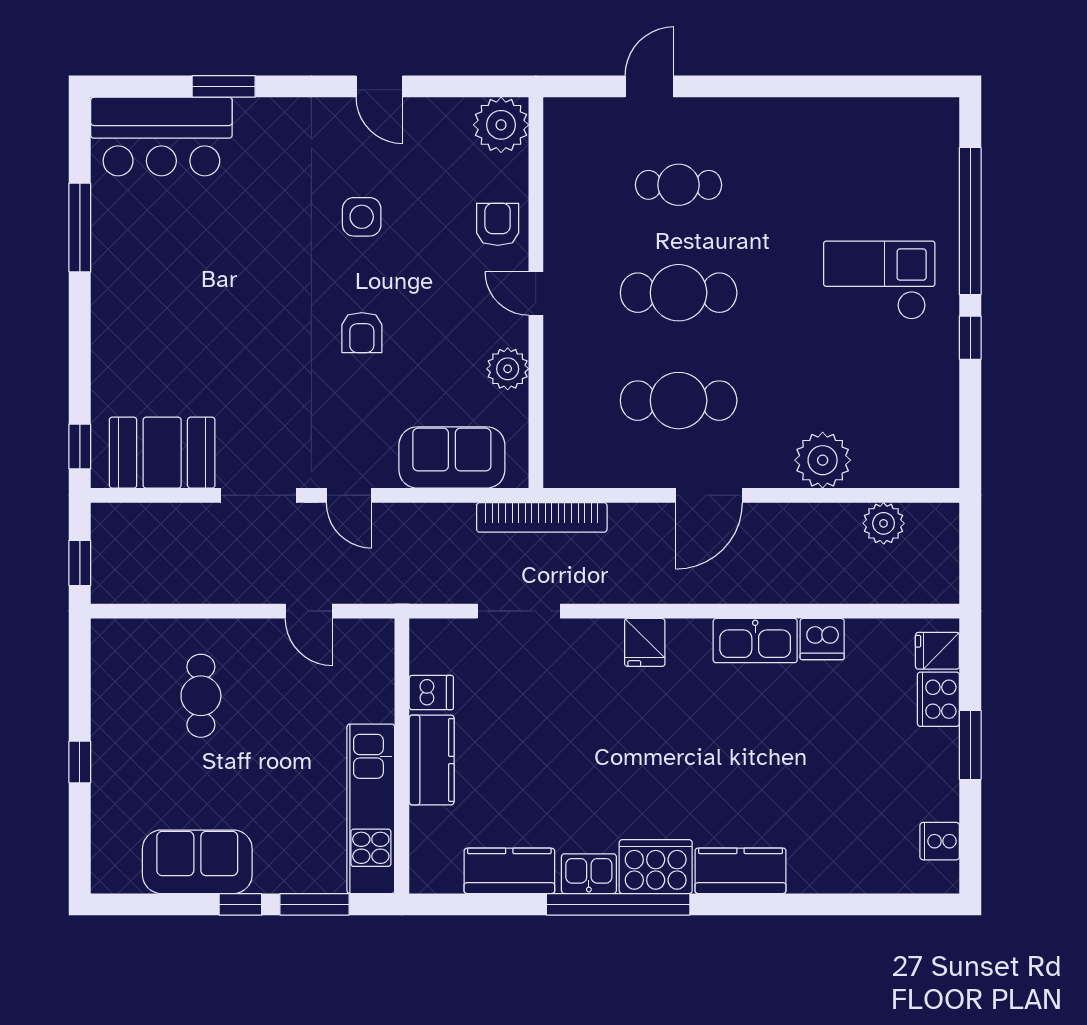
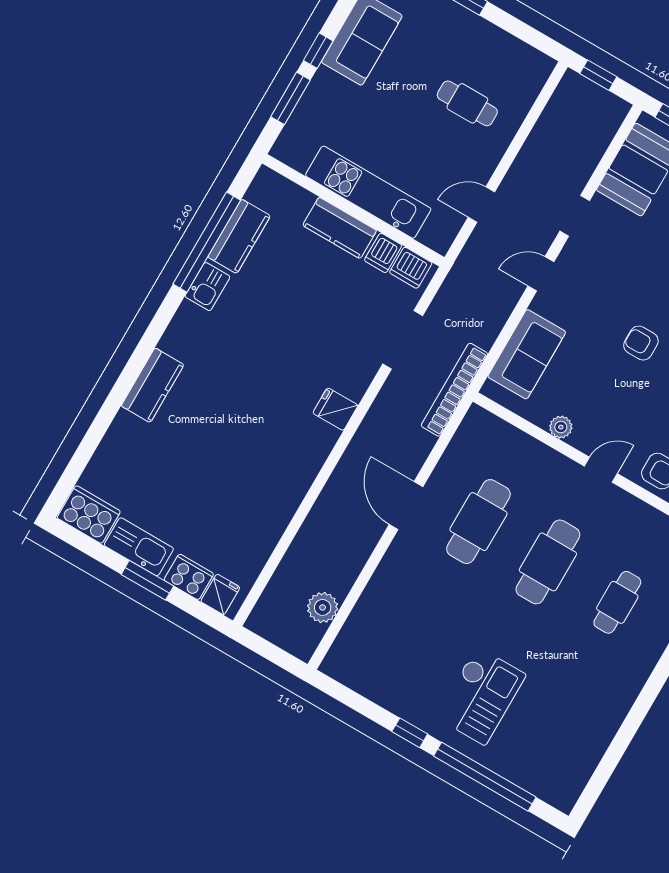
plant: (508, 369) -> (561, 427), width x0.73, depth x0.73
plant: (823, 460) -> (386, 592), removed
doorway: (259, 495) -> (575, 216), width x0.73
dishwasher: (822, 639) -> (411, 268), moved, turned -90
kitchen sink: (755, 641) -> (139, 547), moved, turned 90
kitchen unit: (371, 809) -> (368, 192), moved
cooker: (940, 841) -> (89, 514), width x1.87, depth x1.31
cooker: (656, 867) -> (187, 332), removed
window: (618, 904) -> (207, 242), moved

